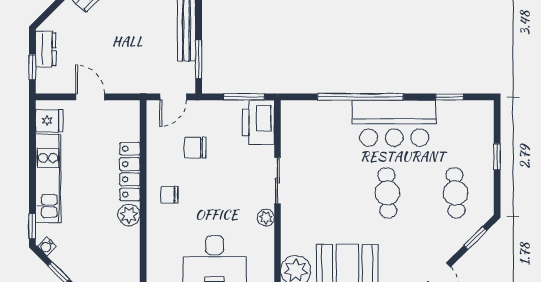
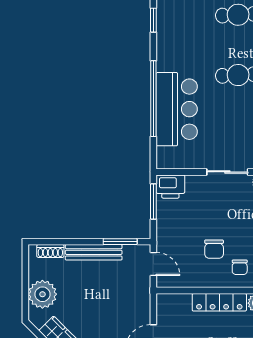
printer: (258, 122) -> (170, 187), width x0.73, depth x0.84
bar counter: (394, 123) -> (177, 109), moved
chair: (195, 148) -> (214, 249), moved

